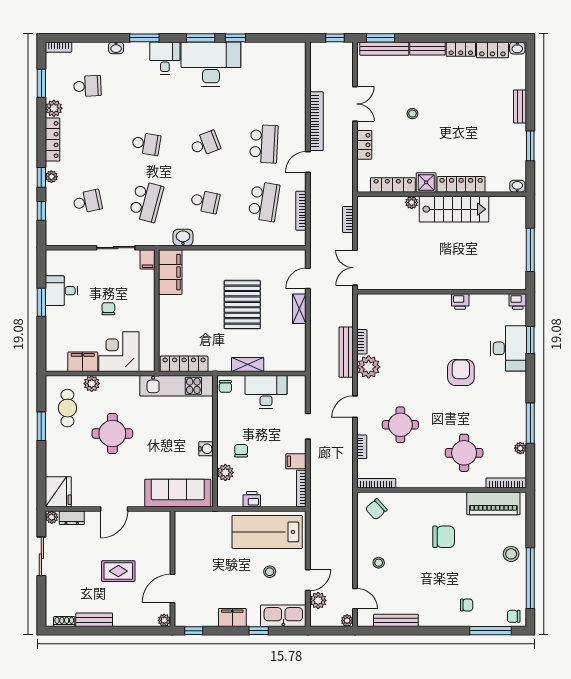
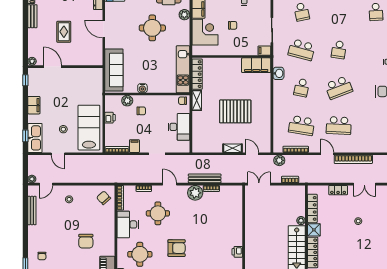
school desk: (205, 144) -> (339, 88), width x1.85
shelving: (248, 365) -> (197, 100), moved
armchair: (461, 373) -> (177, 248), moved
desk: (418, 472) -> (128, 224), added
plant: (318, 600) -> (279, 160), moved
window: (259, 631) -> (25, 136), moved

